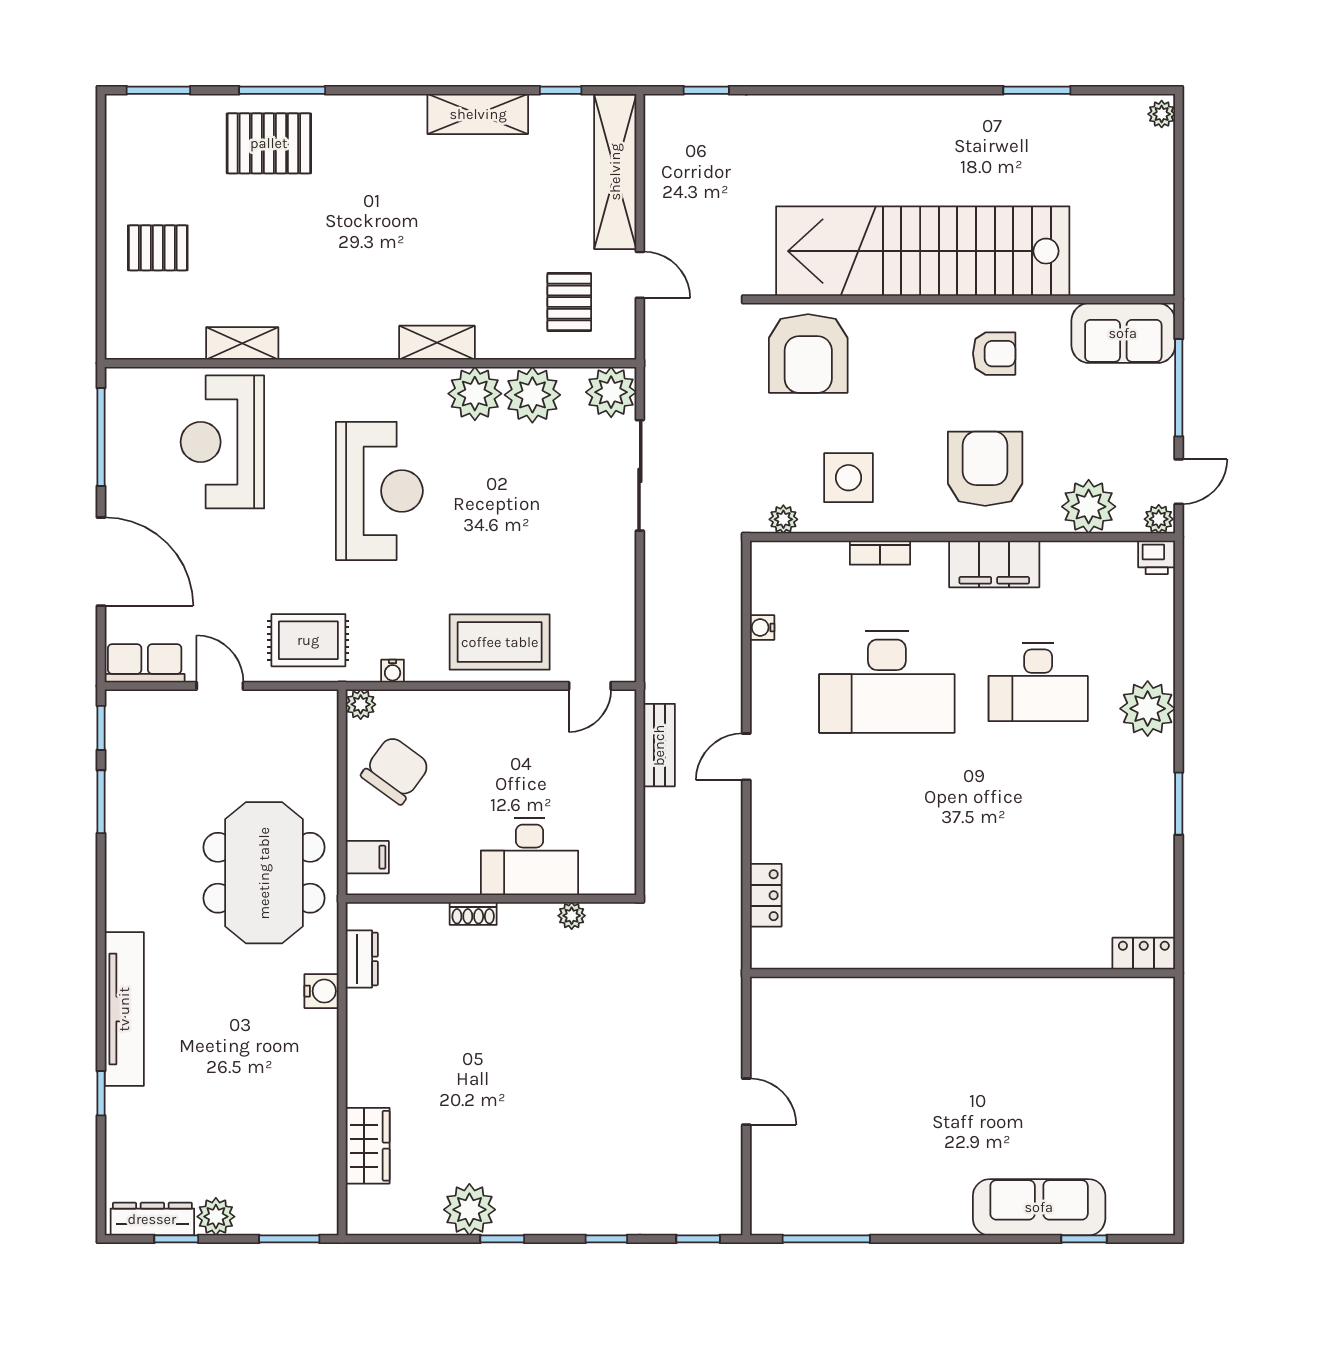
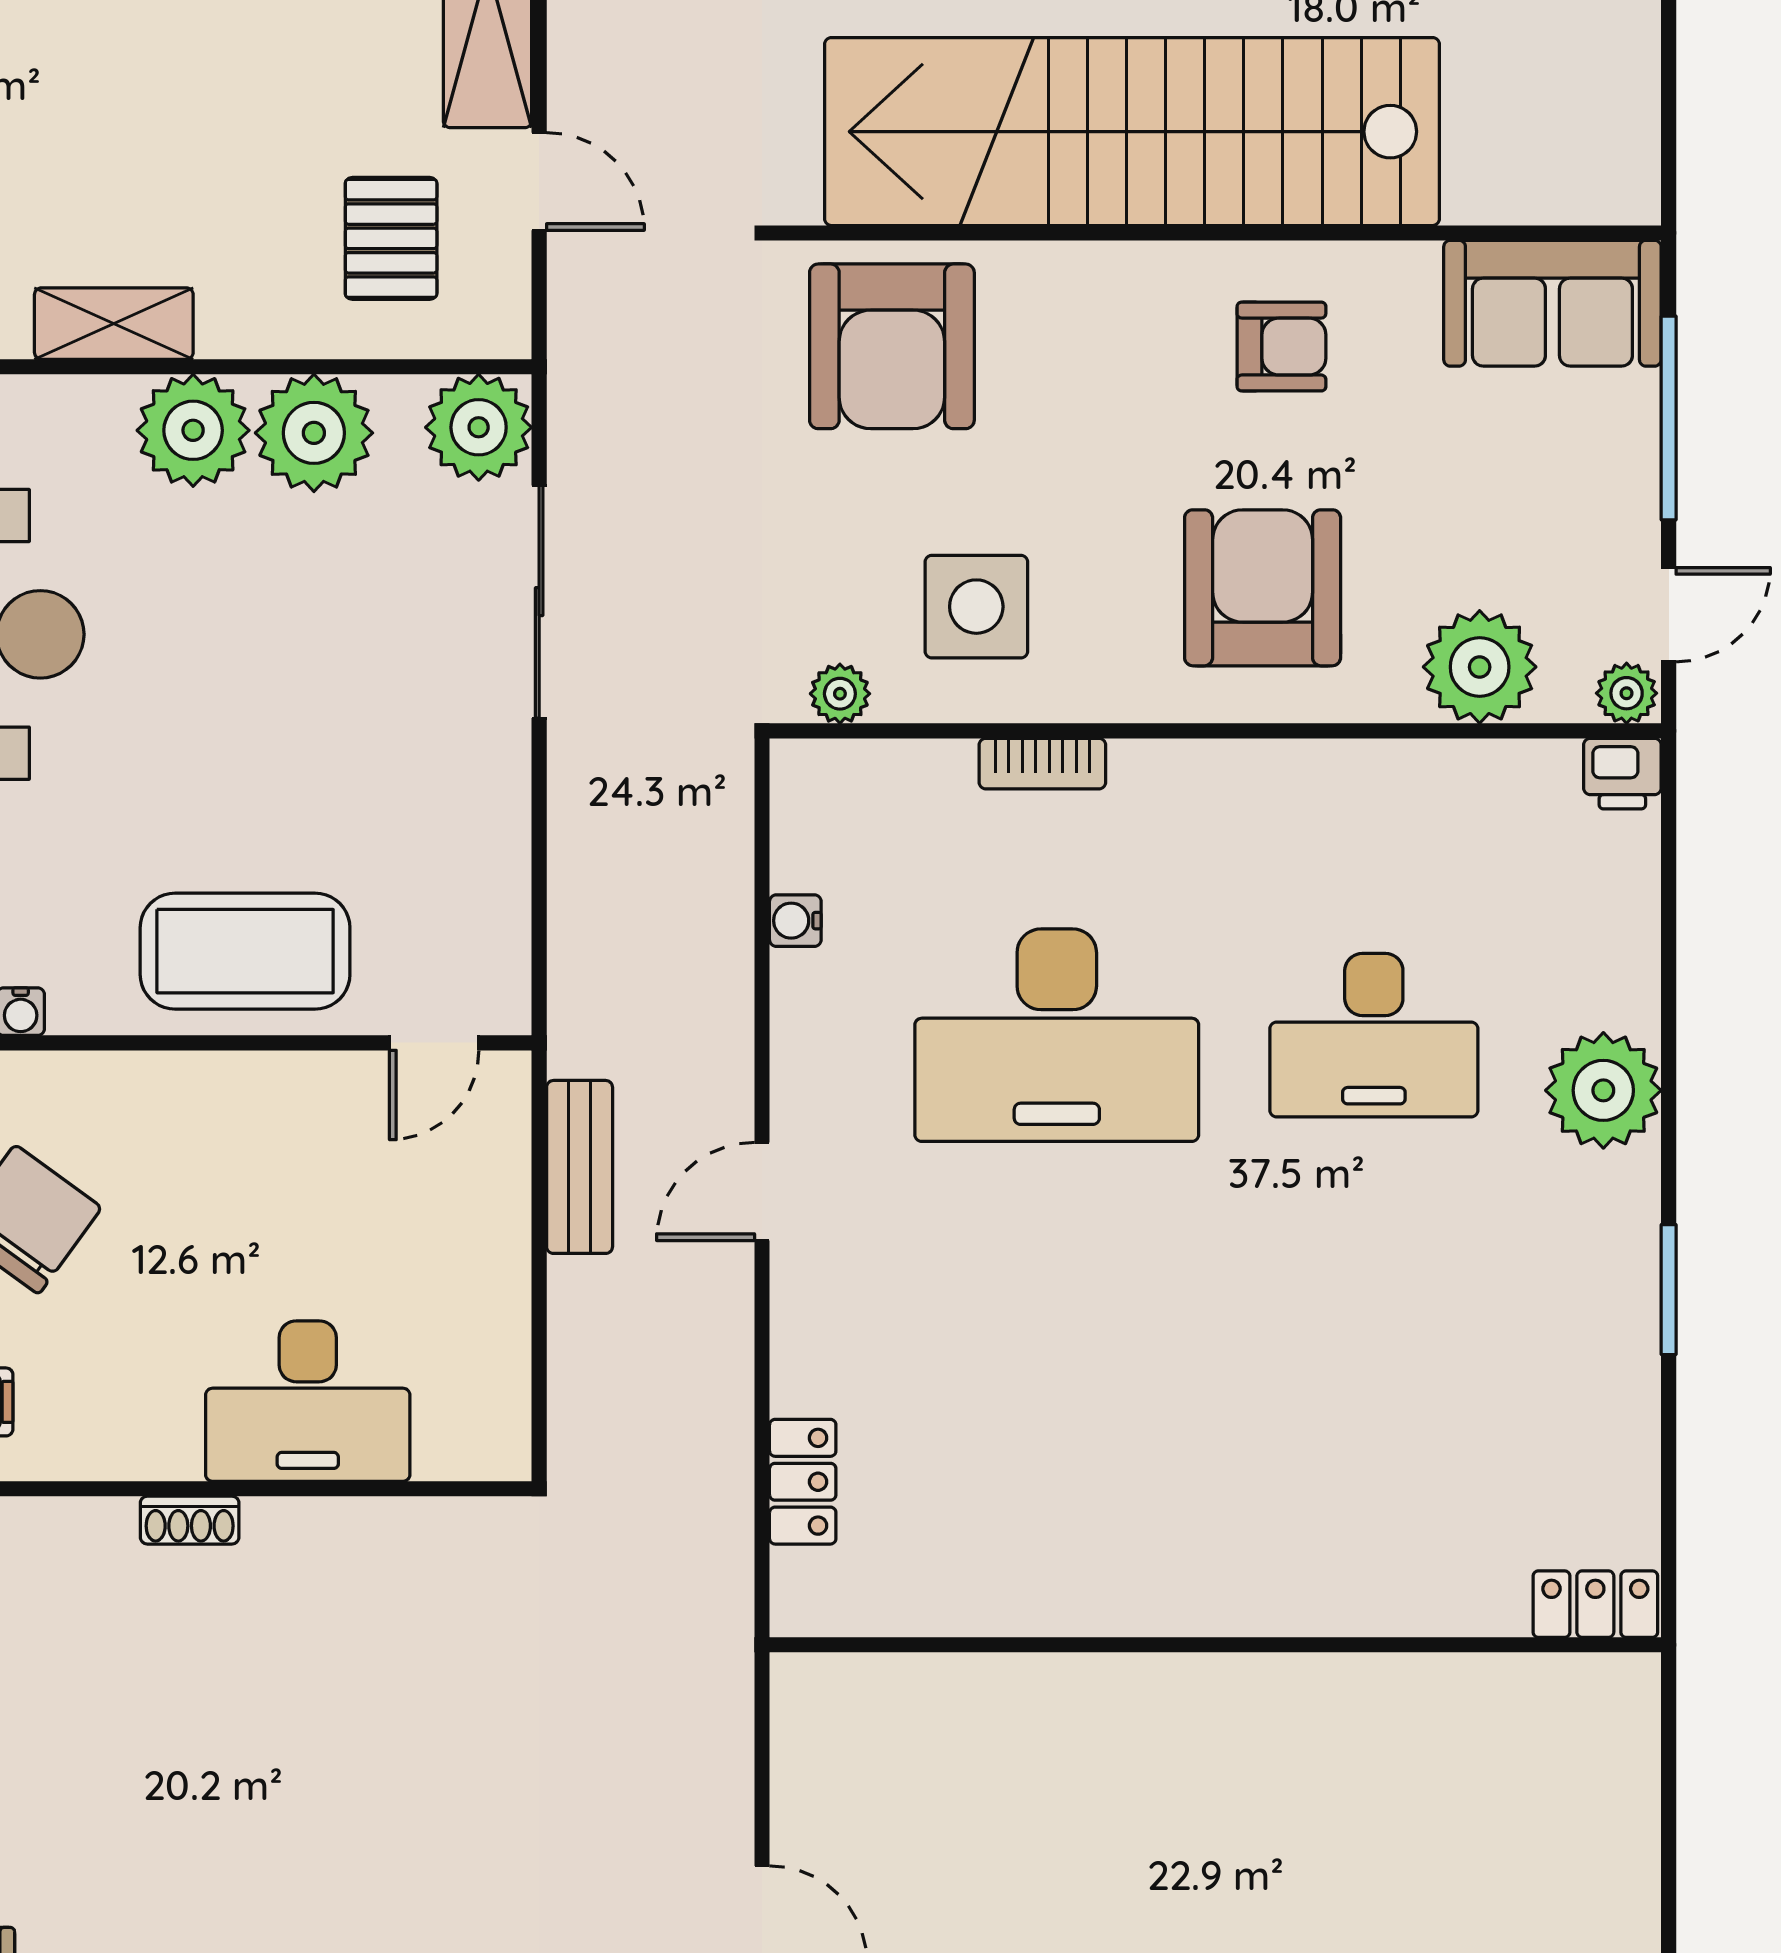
filing cabinet: (994, 564) -> (1282, 787), removed
plant: (572, 916) -> (396, 1525), removed

